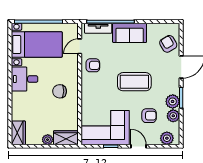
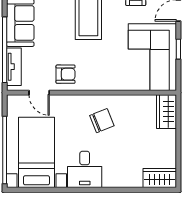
armchair: (93, 65) -> (66, 74), turned 90
chair: (60, 91) -> (102, 121), turned -114
plant: (48, 140) -> (169, 137), removed

